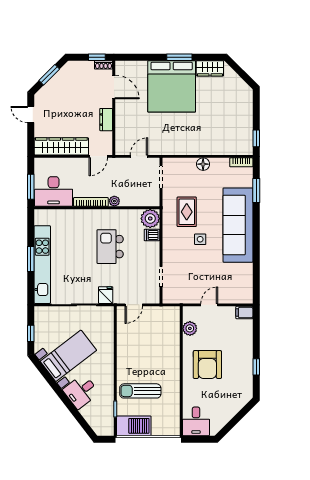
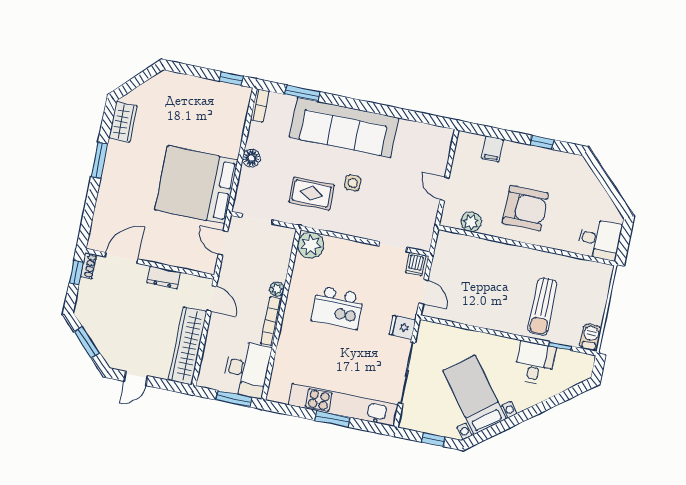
bed: (172, 86) -> (196, 185), moved, turned 180
dishwasher: (152, 235) -> (416, 264), moved
filing cabinet: (244, 313) -> (493, 149), moved
desk: (81, 391) -> (535, 363), moved, turned -142
barbecue: (134, 426) -> (590, 337), width x0.53, depth x0.65

